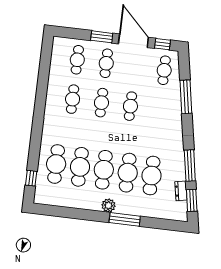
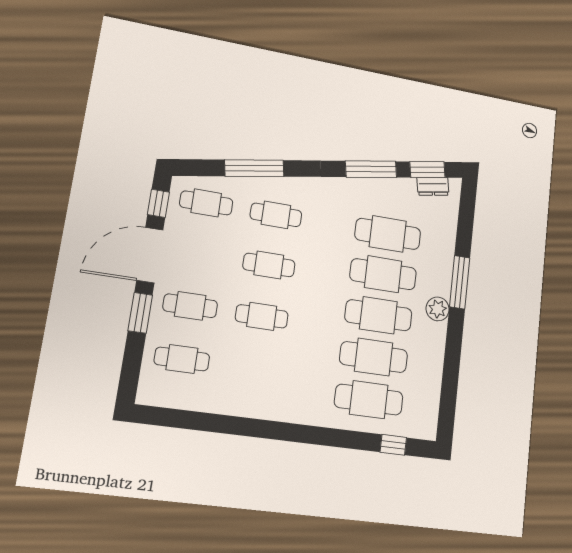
cafe table: (73, 99) -> (276, 215), moved
dresser: (181, 191) -> (433, 186), moved

